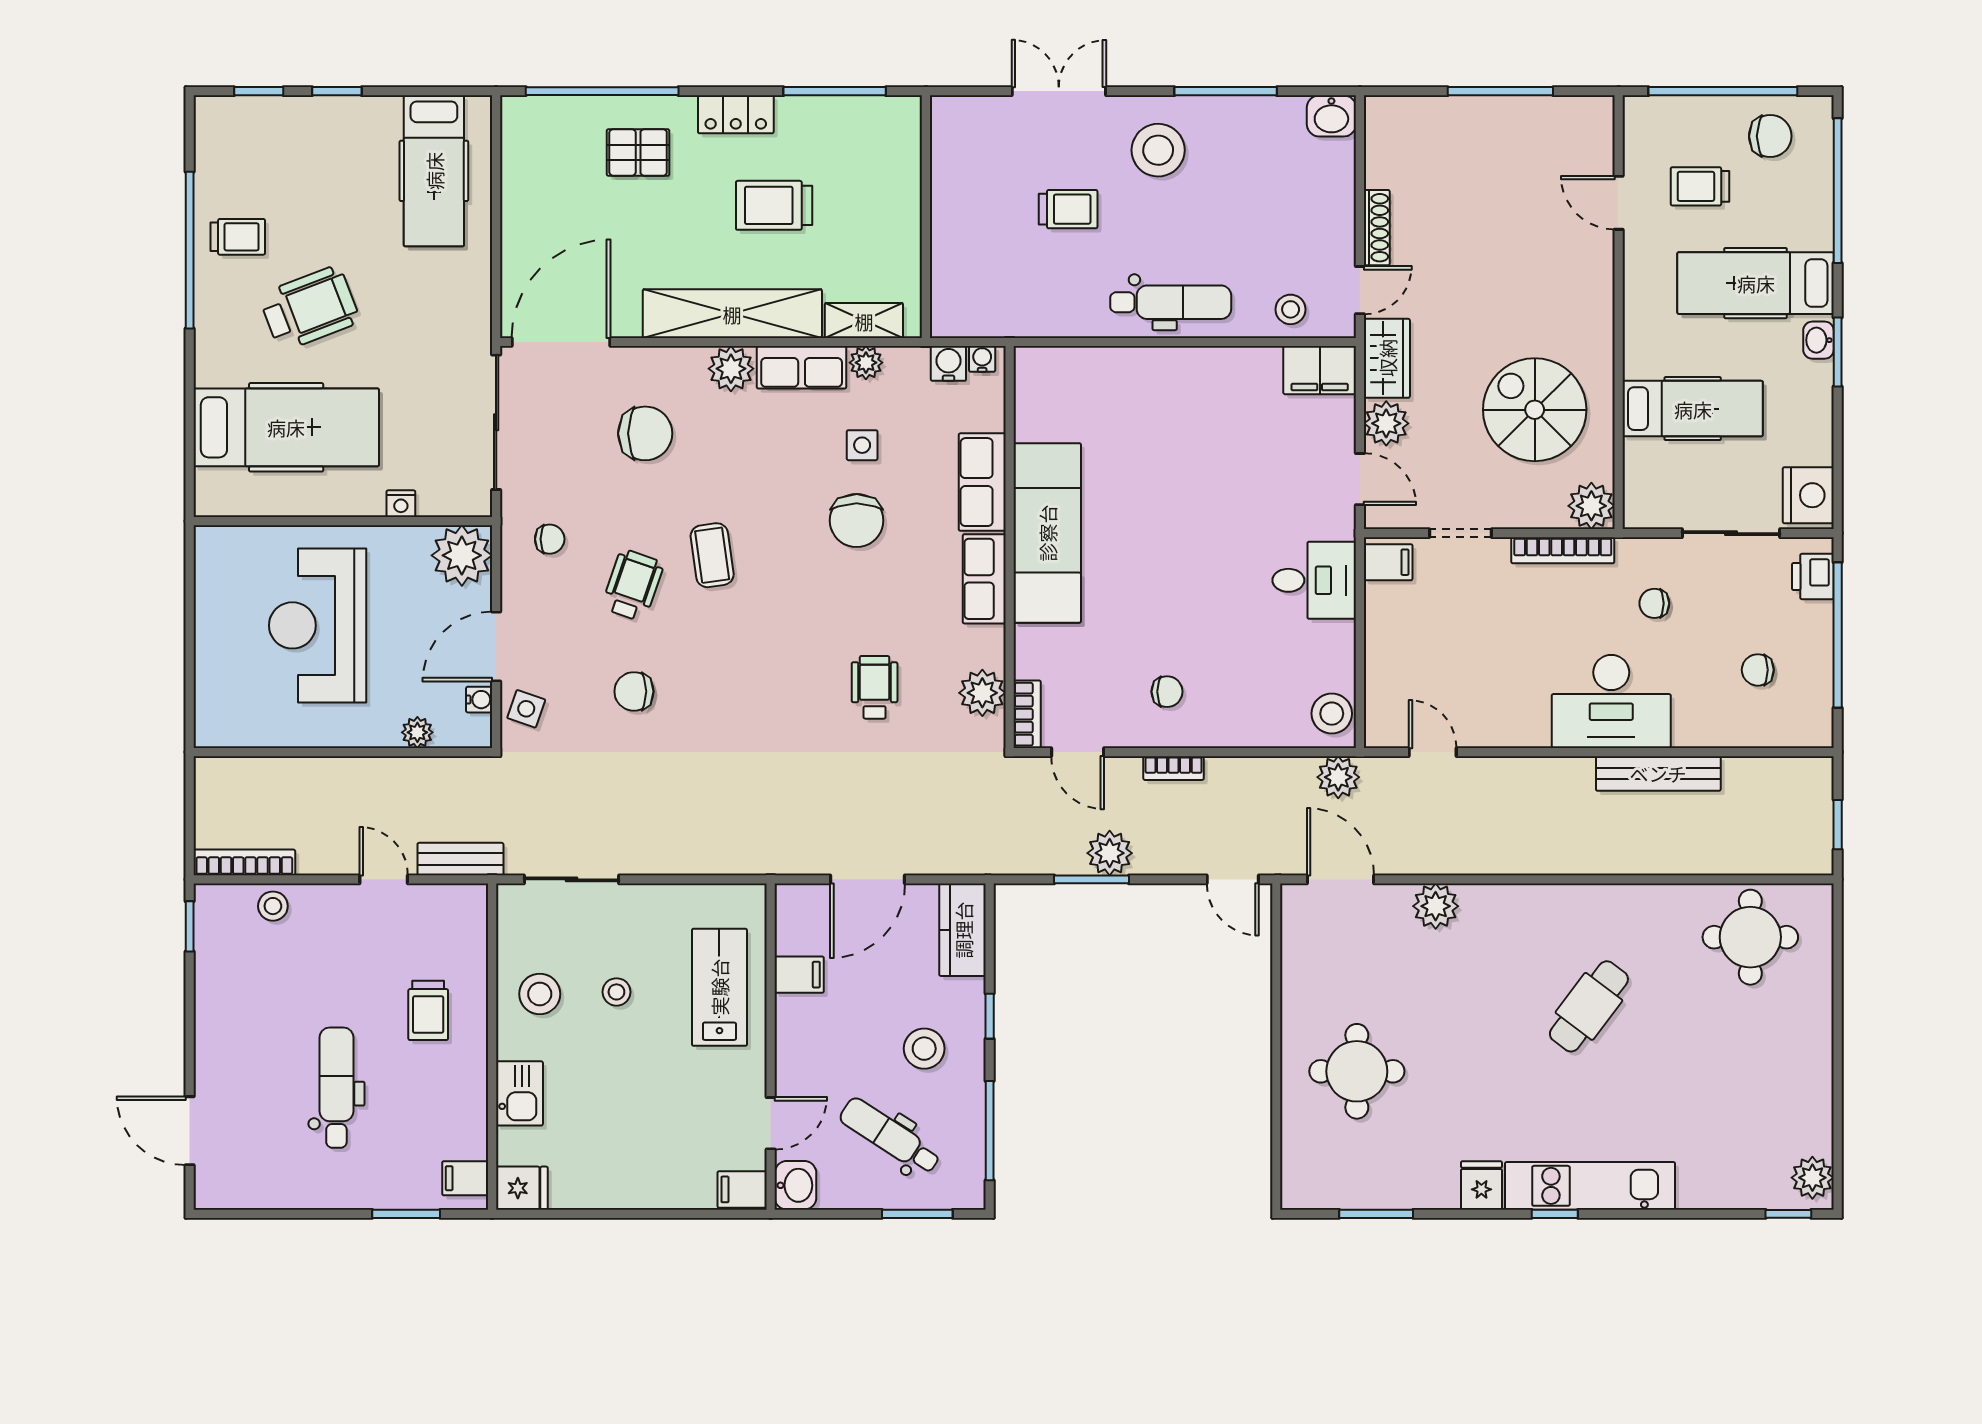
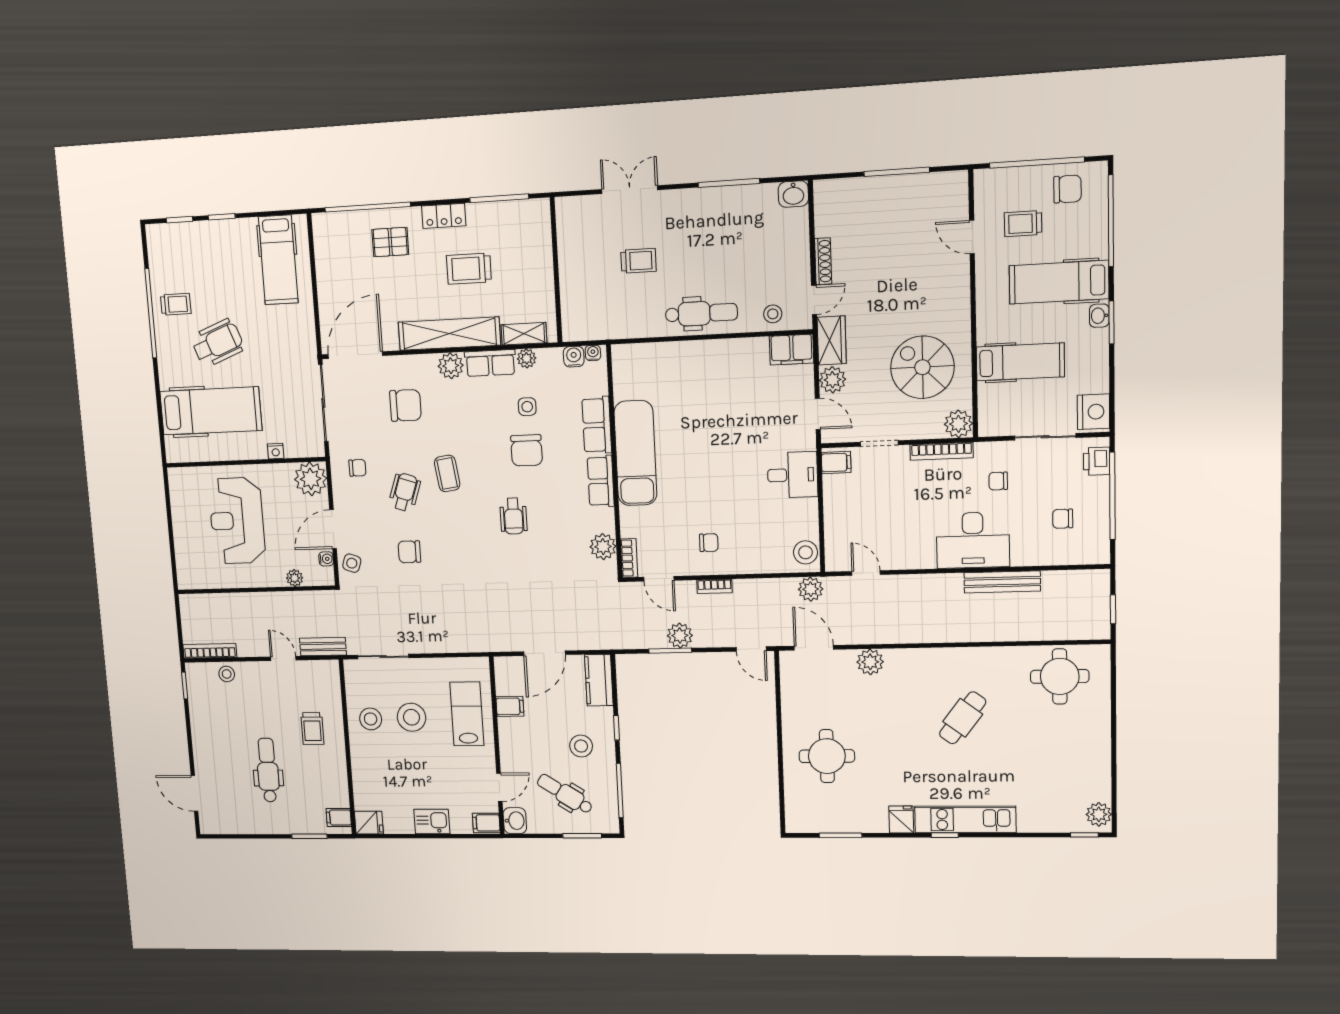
stool: (1158, 150) -> (690, 222), removed
wheelchair: (875, 687) -> (513, 516), moved, turned 180
stool: (616, 992) -> (411, 717), width x1.89, depth x1.89
kitchen sink: (519, 1093) -> (432, 822), moved, turned -90

